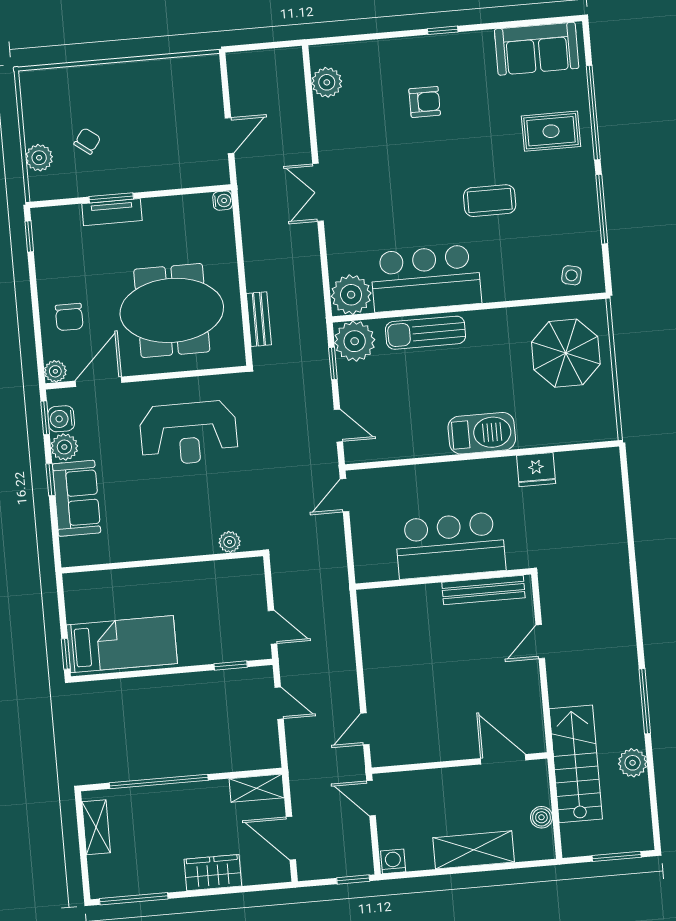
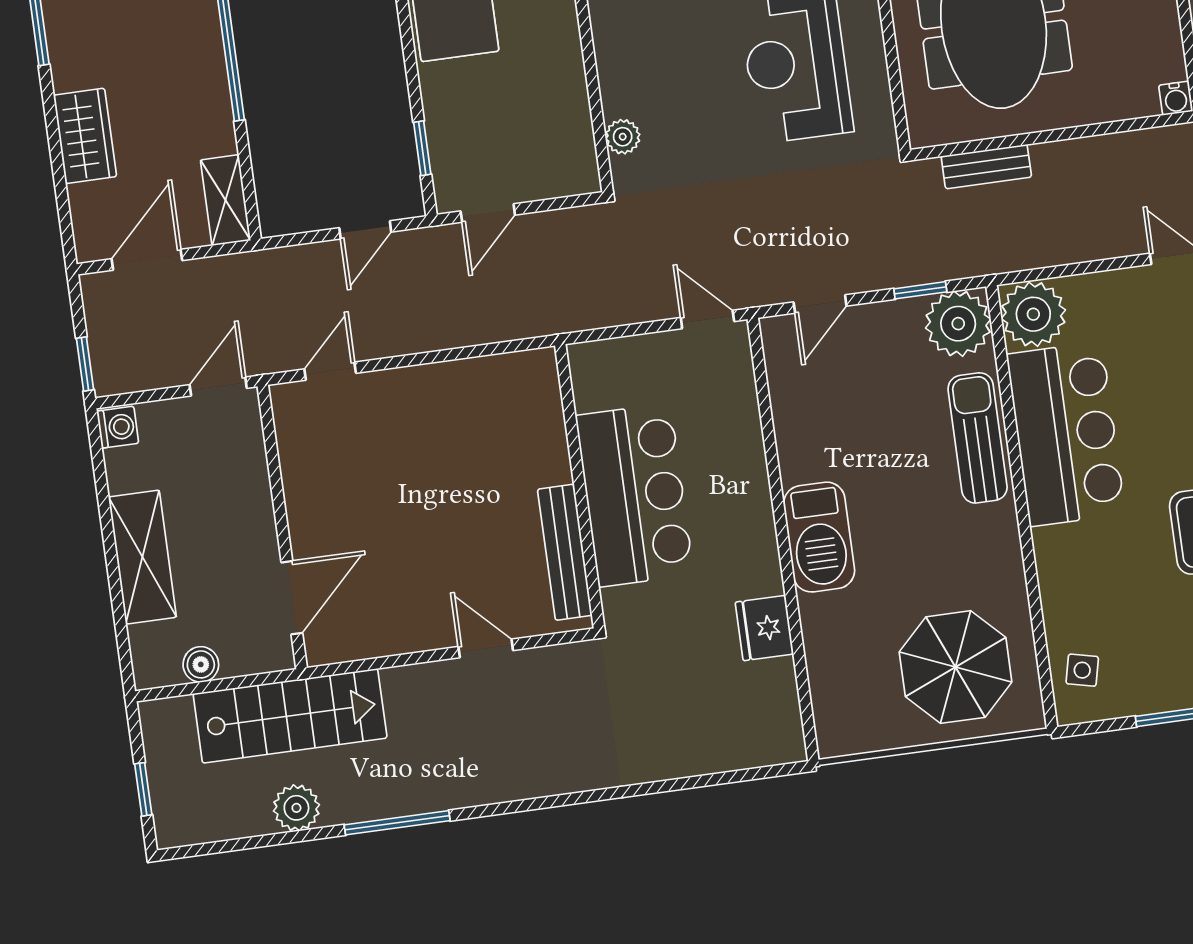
door: (365, 729) -> (330, 371), hinge flipped
window: (617, 856) -> (143, 789), width x0.67

